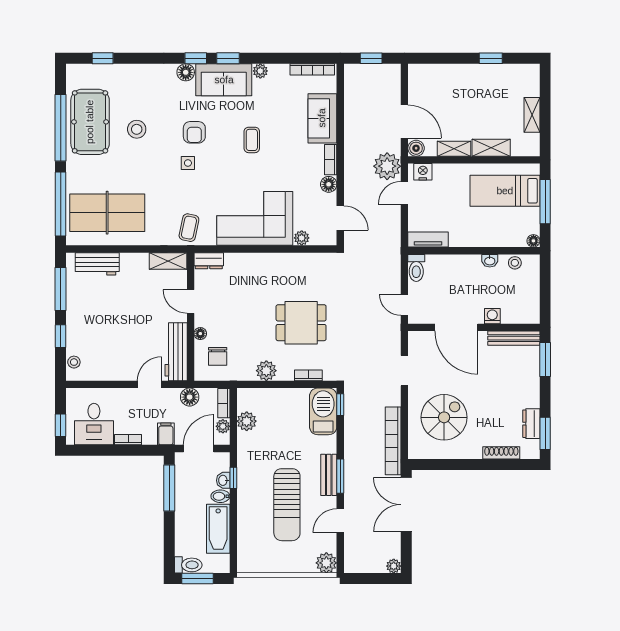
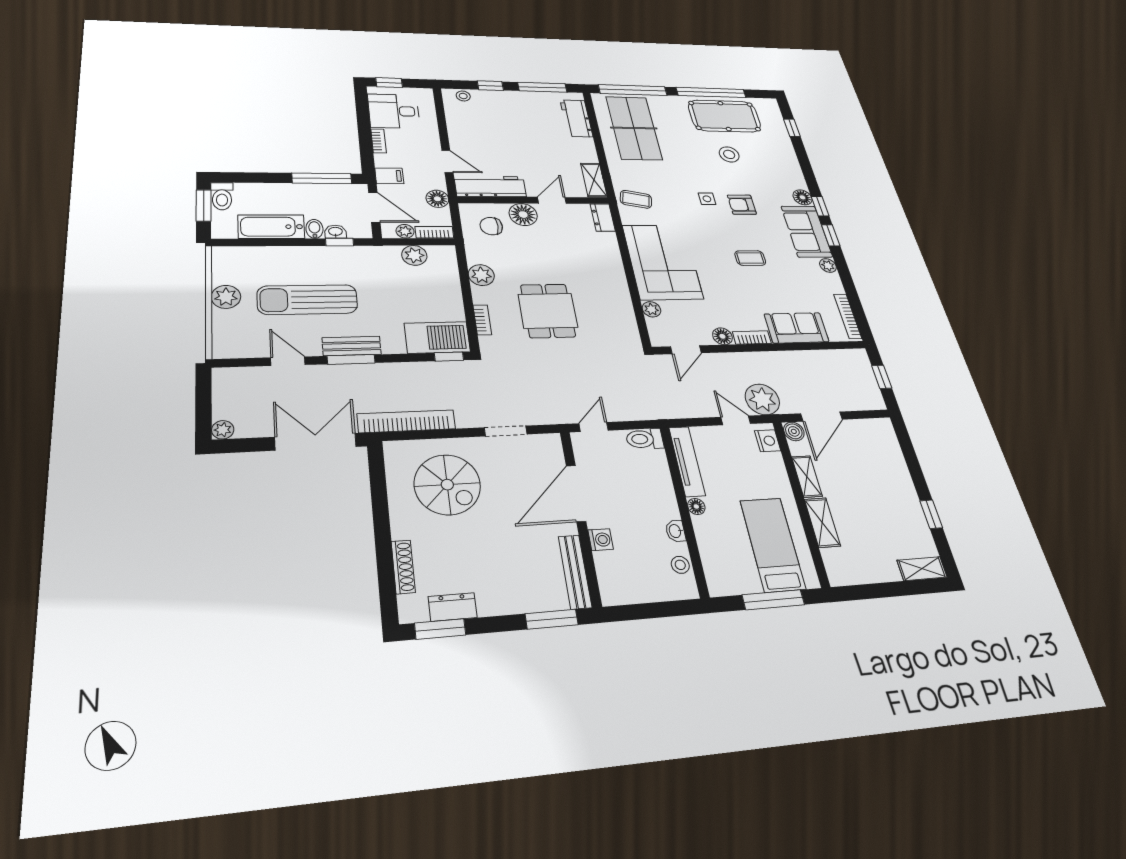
shelving: (532, 115) -> (922, 569), moved
tv unit: (428, 240) -> (687, 461), width x1.41
floor lamp: (533, 241) -> (696, 506), moved
floor lamp: (200, 334) -> (523, 215), width x1.89, depth x1.89
plant: (326, 563) -> (226, 297), moved

